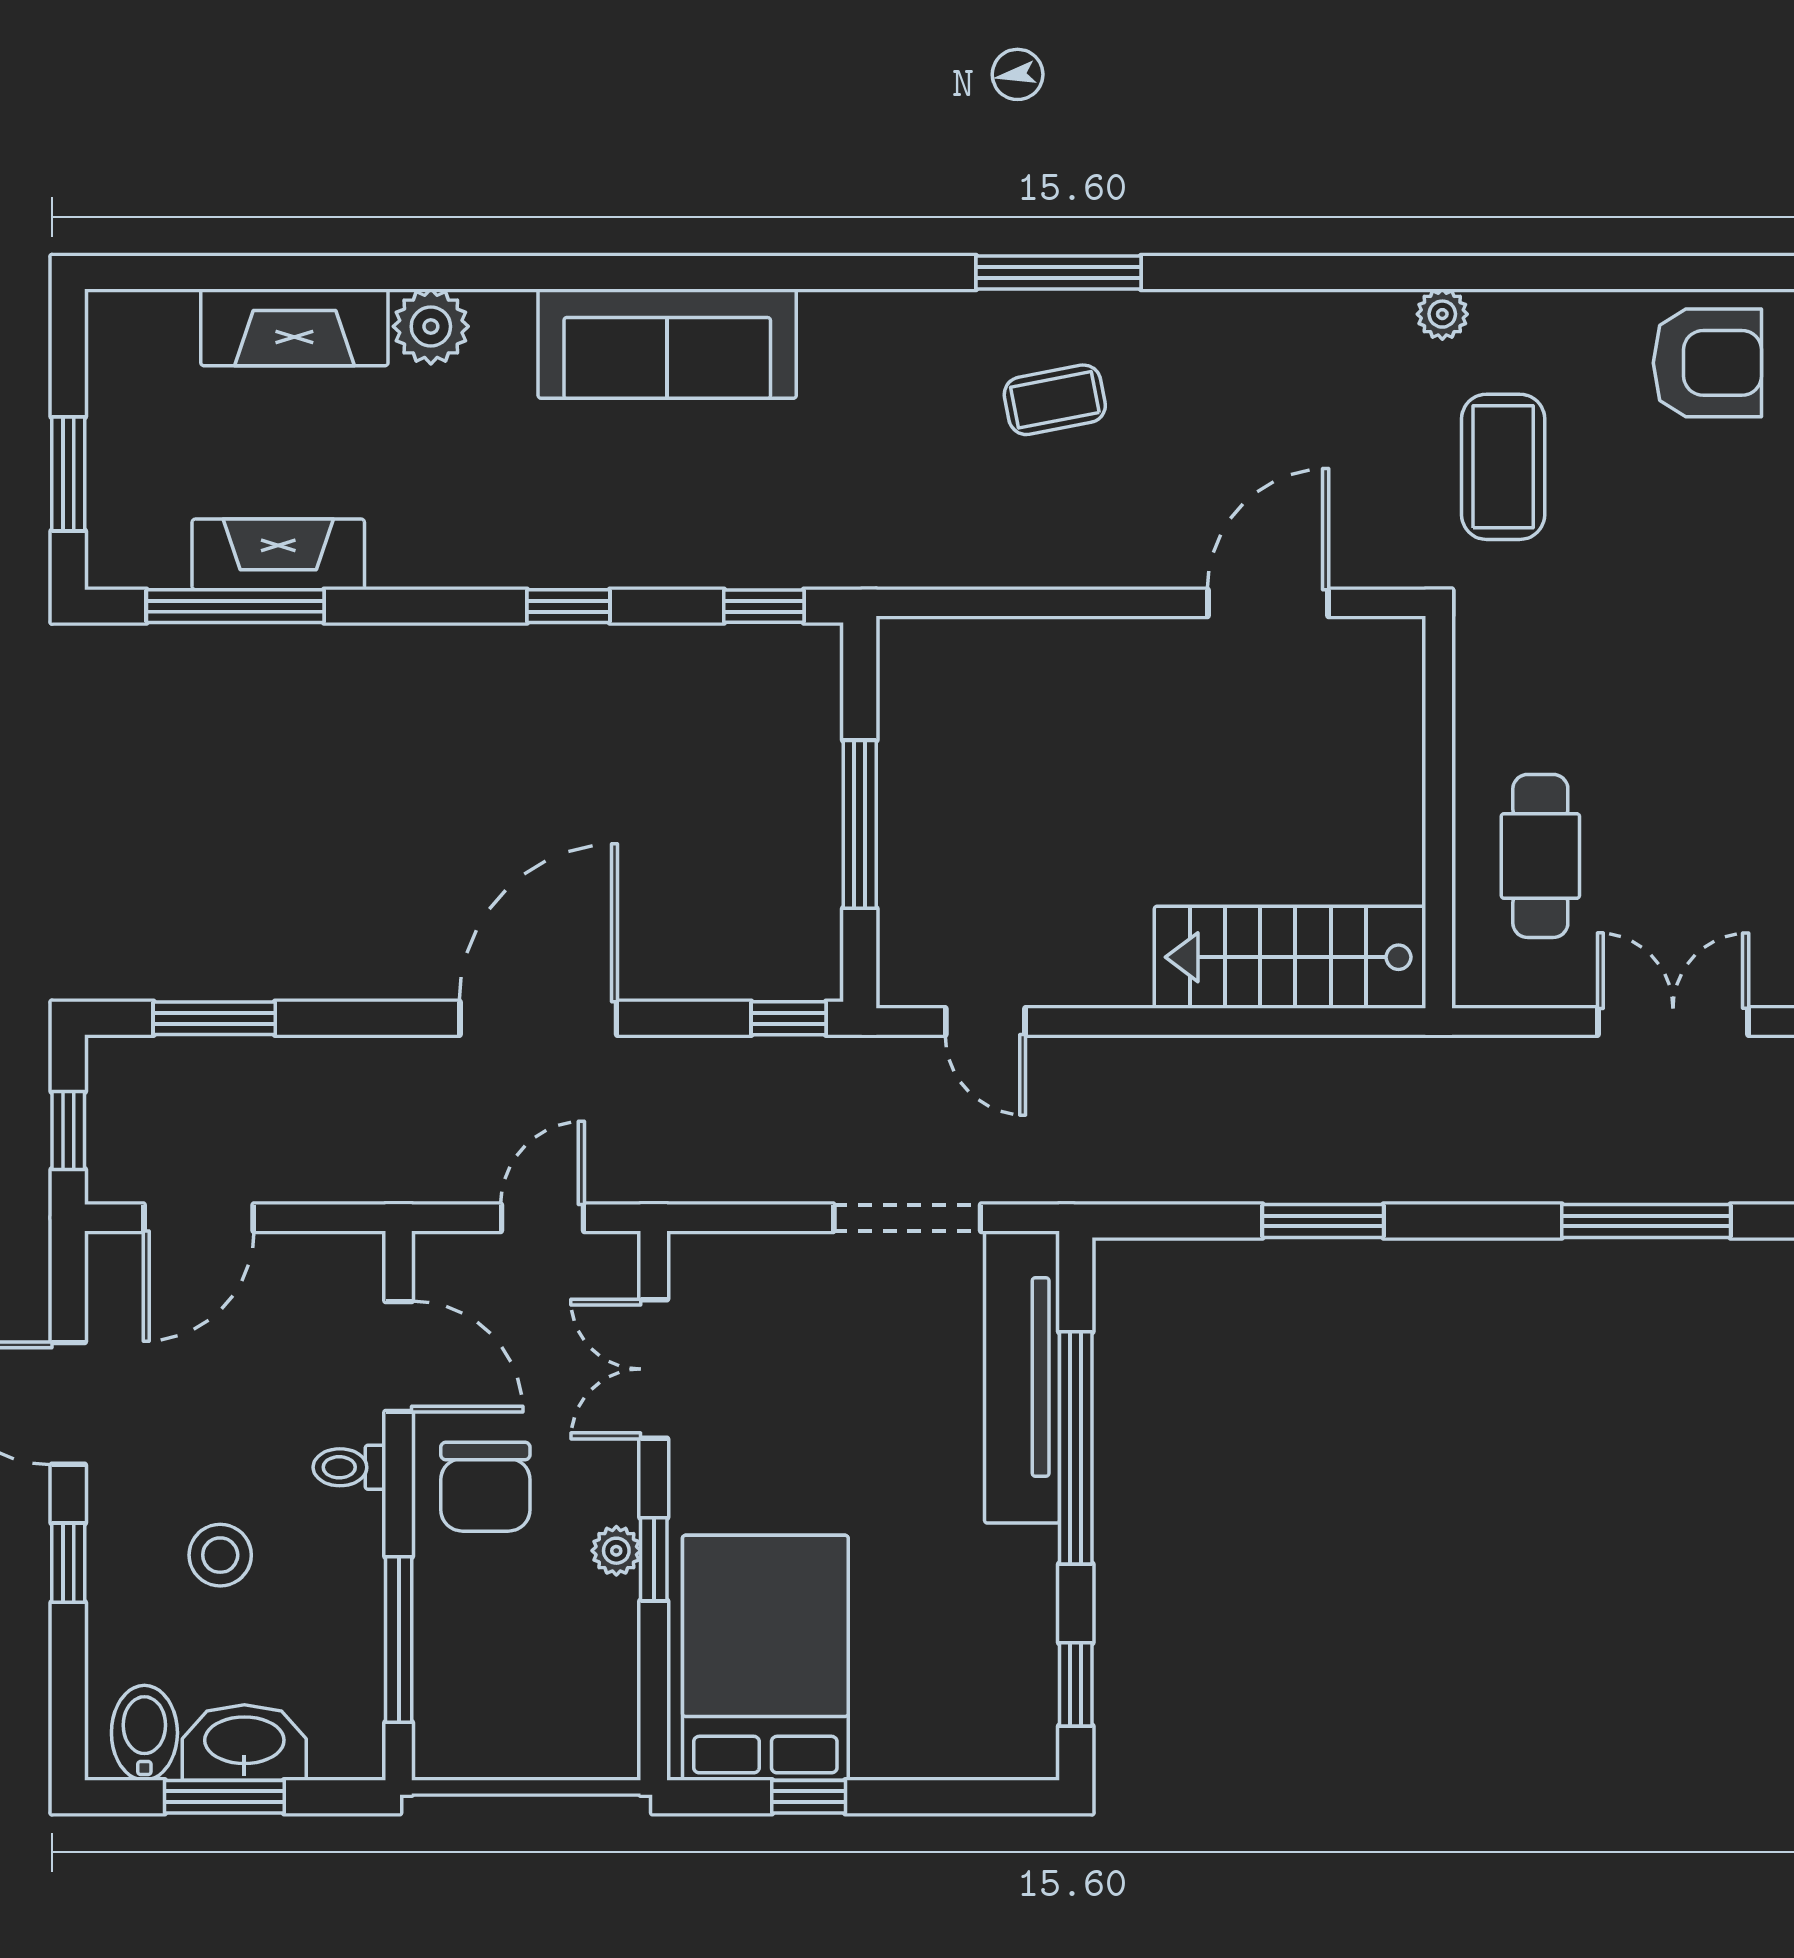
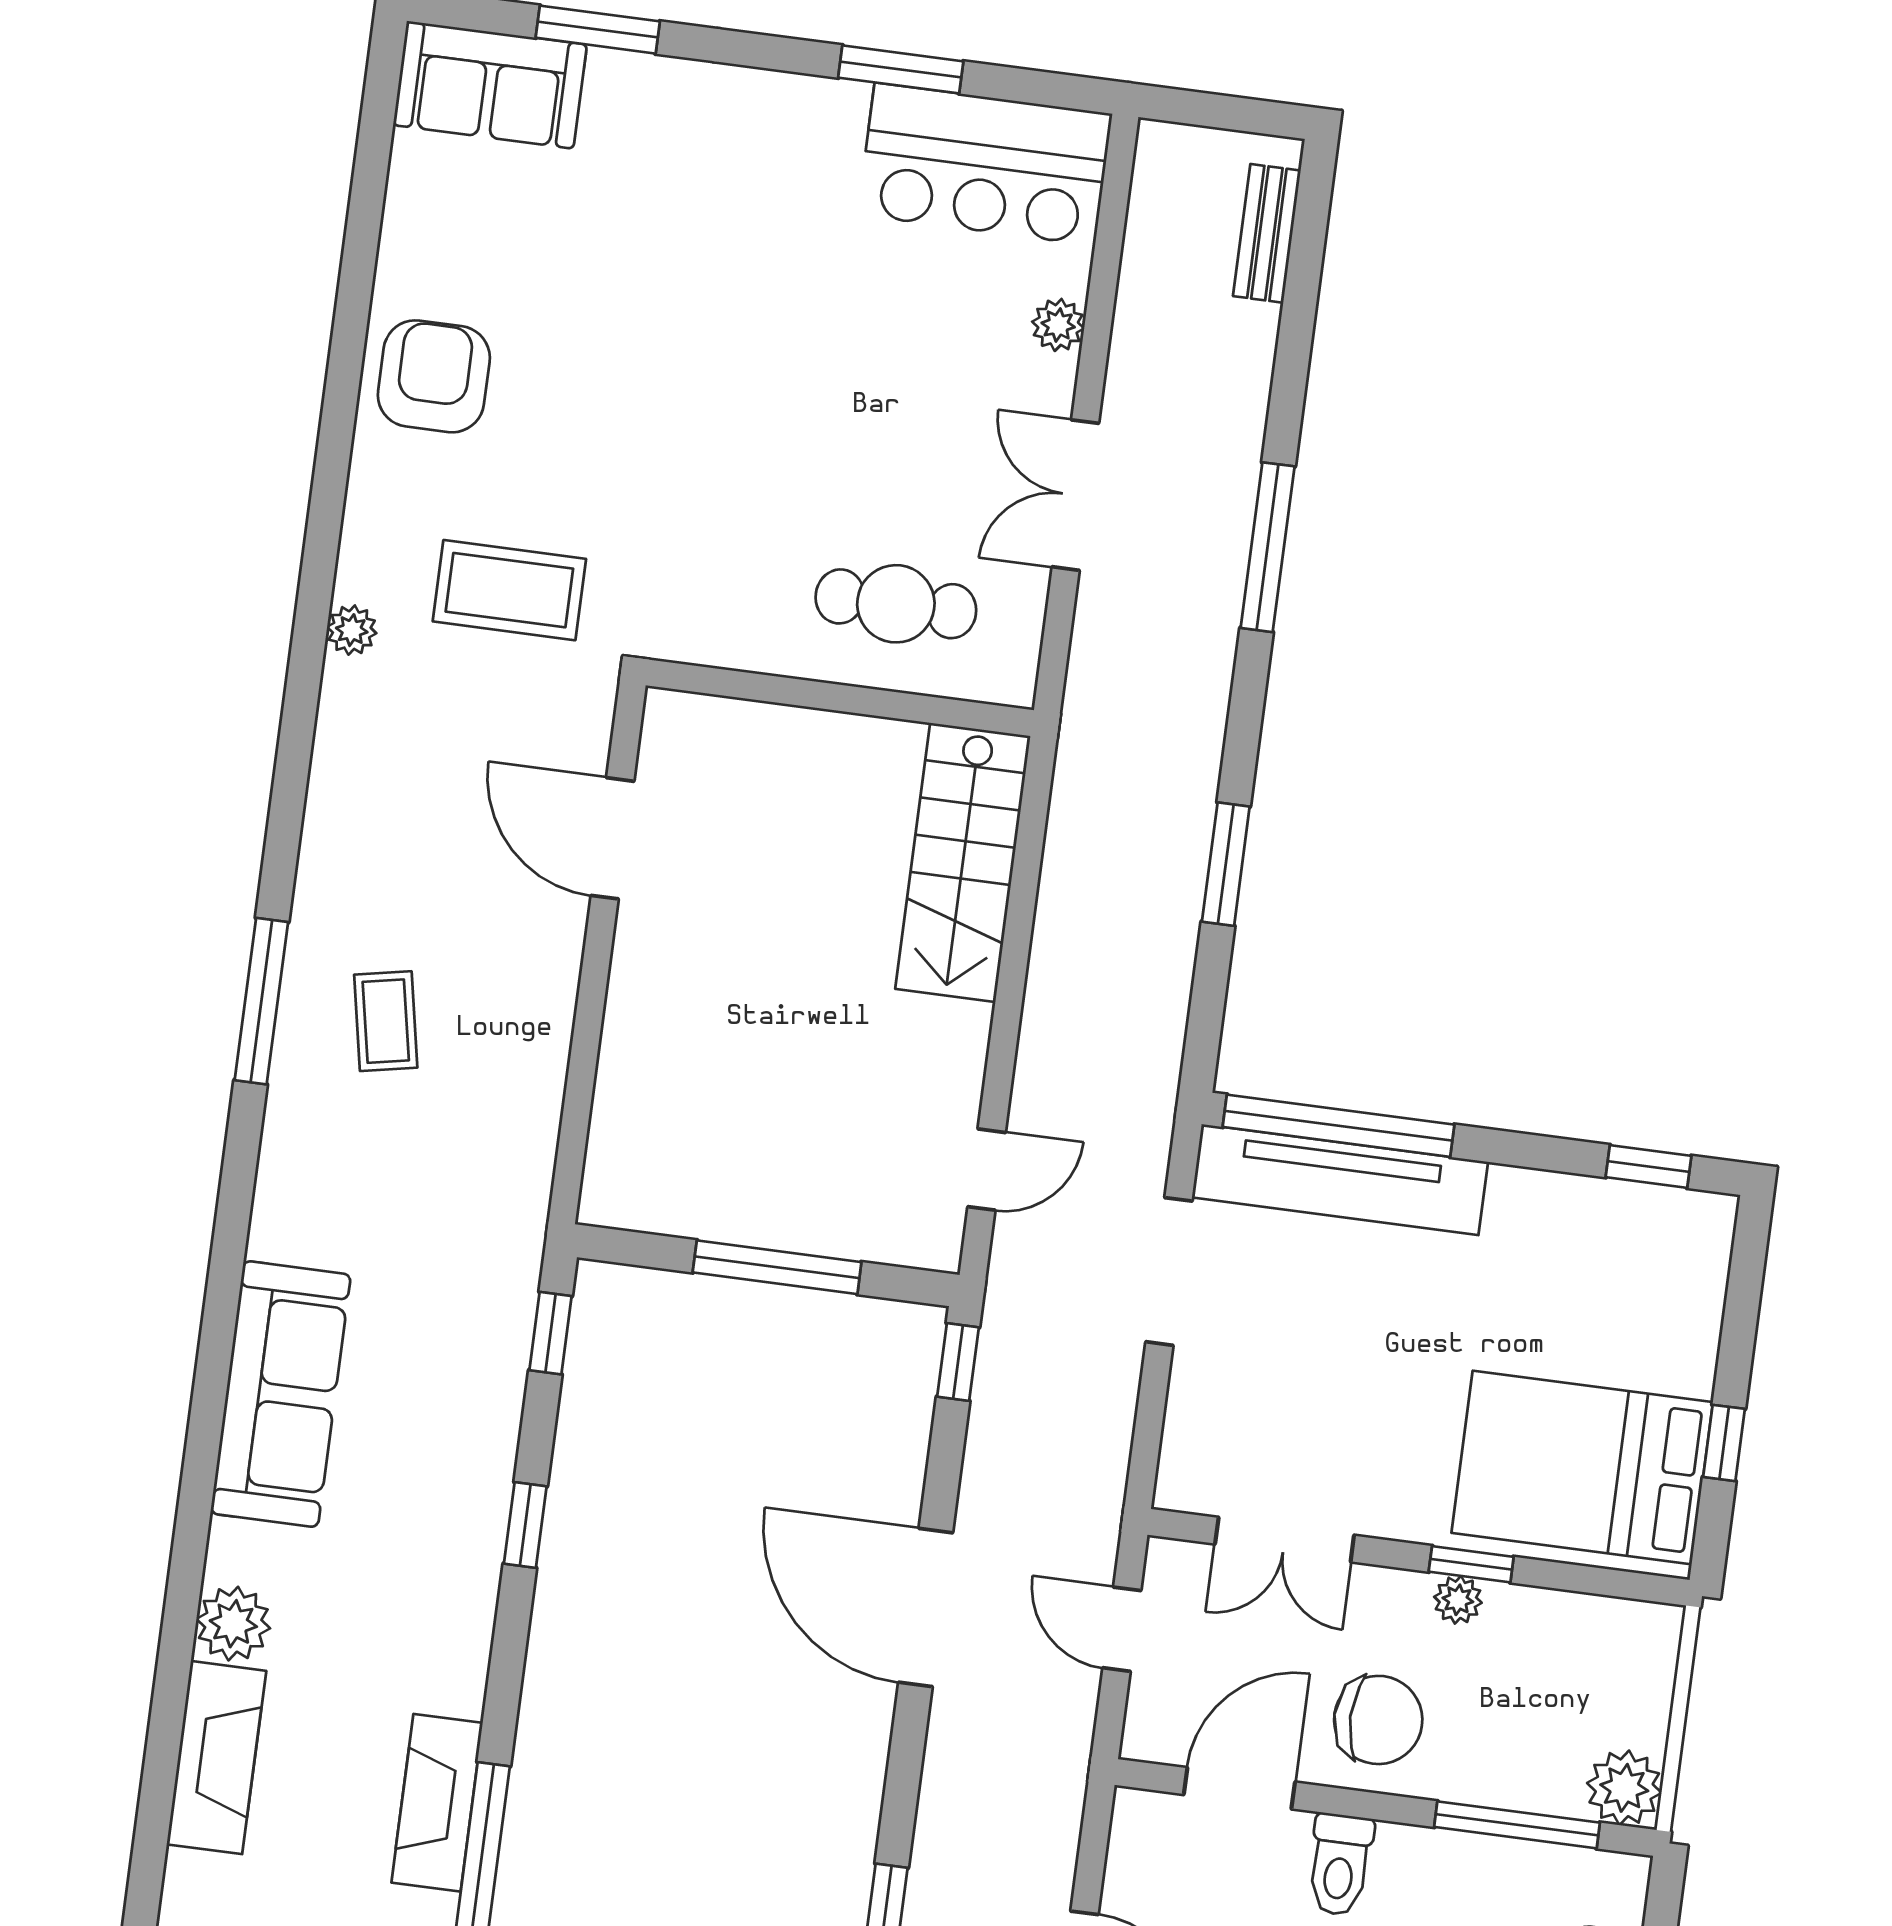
window: (1076, 1448) -> (1339, 1126), moved
toilet: (349, 1467) -> (1340, 1865), width x1.37, depth x1.39
plant: (450, 1742) -> (1624, 1788), added

